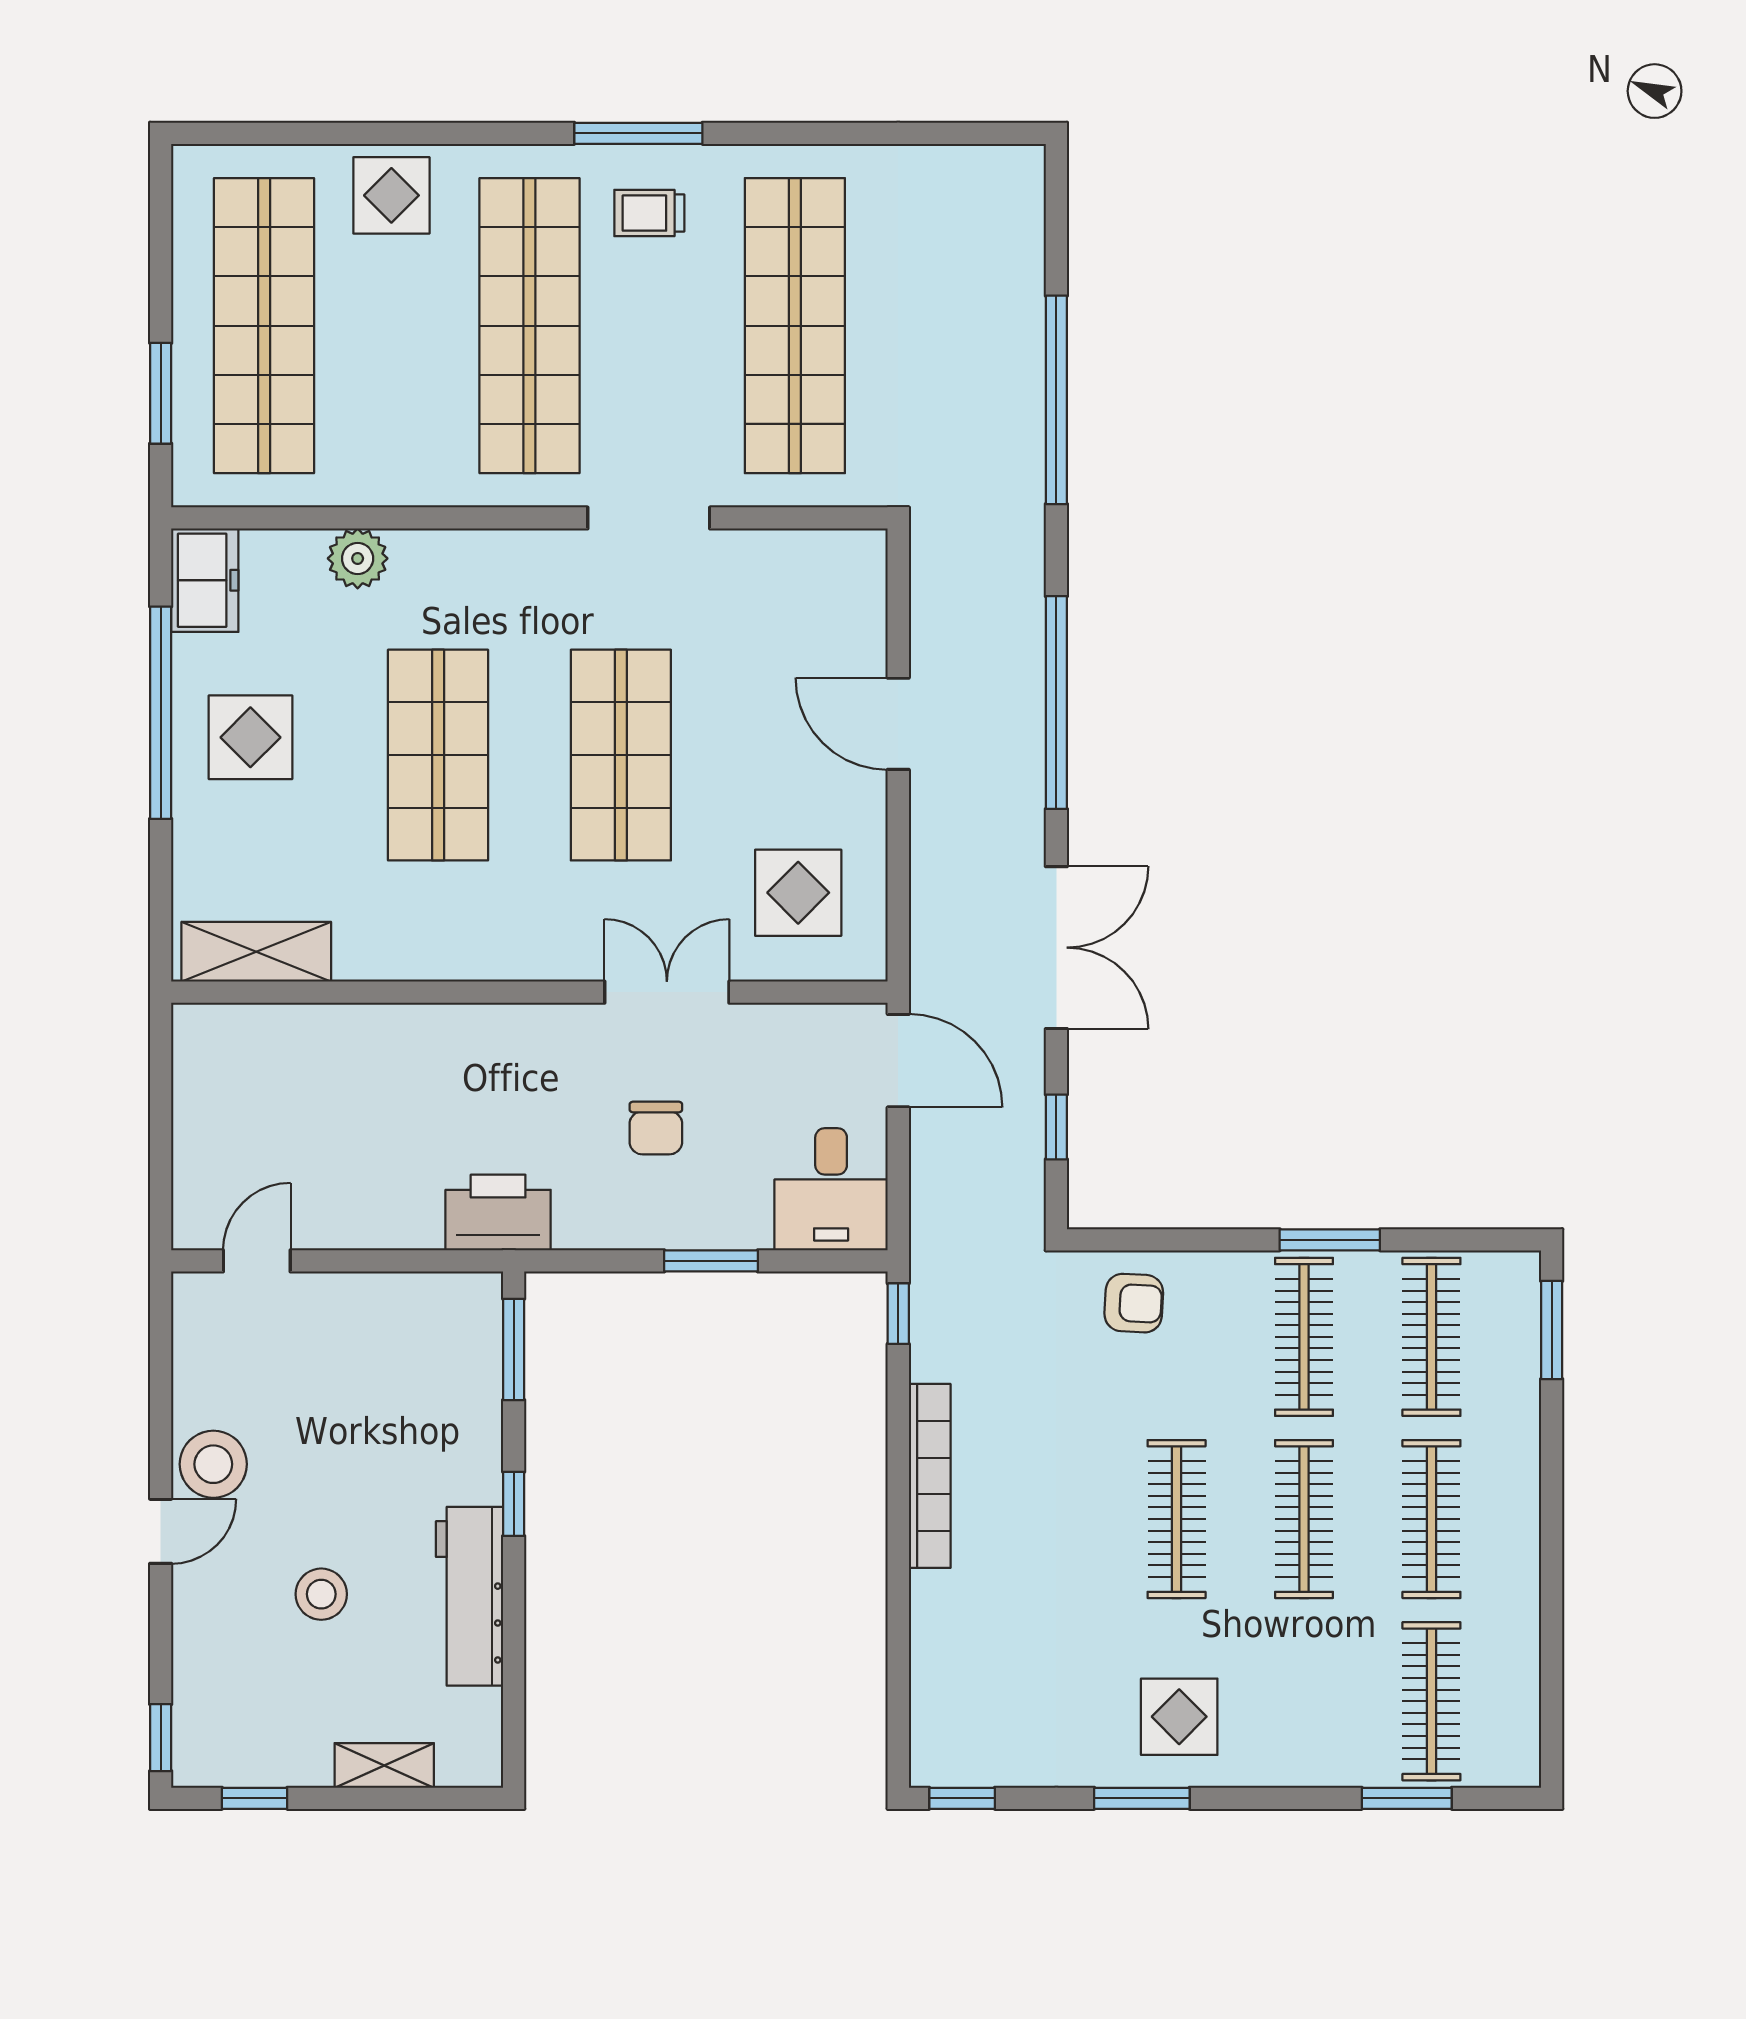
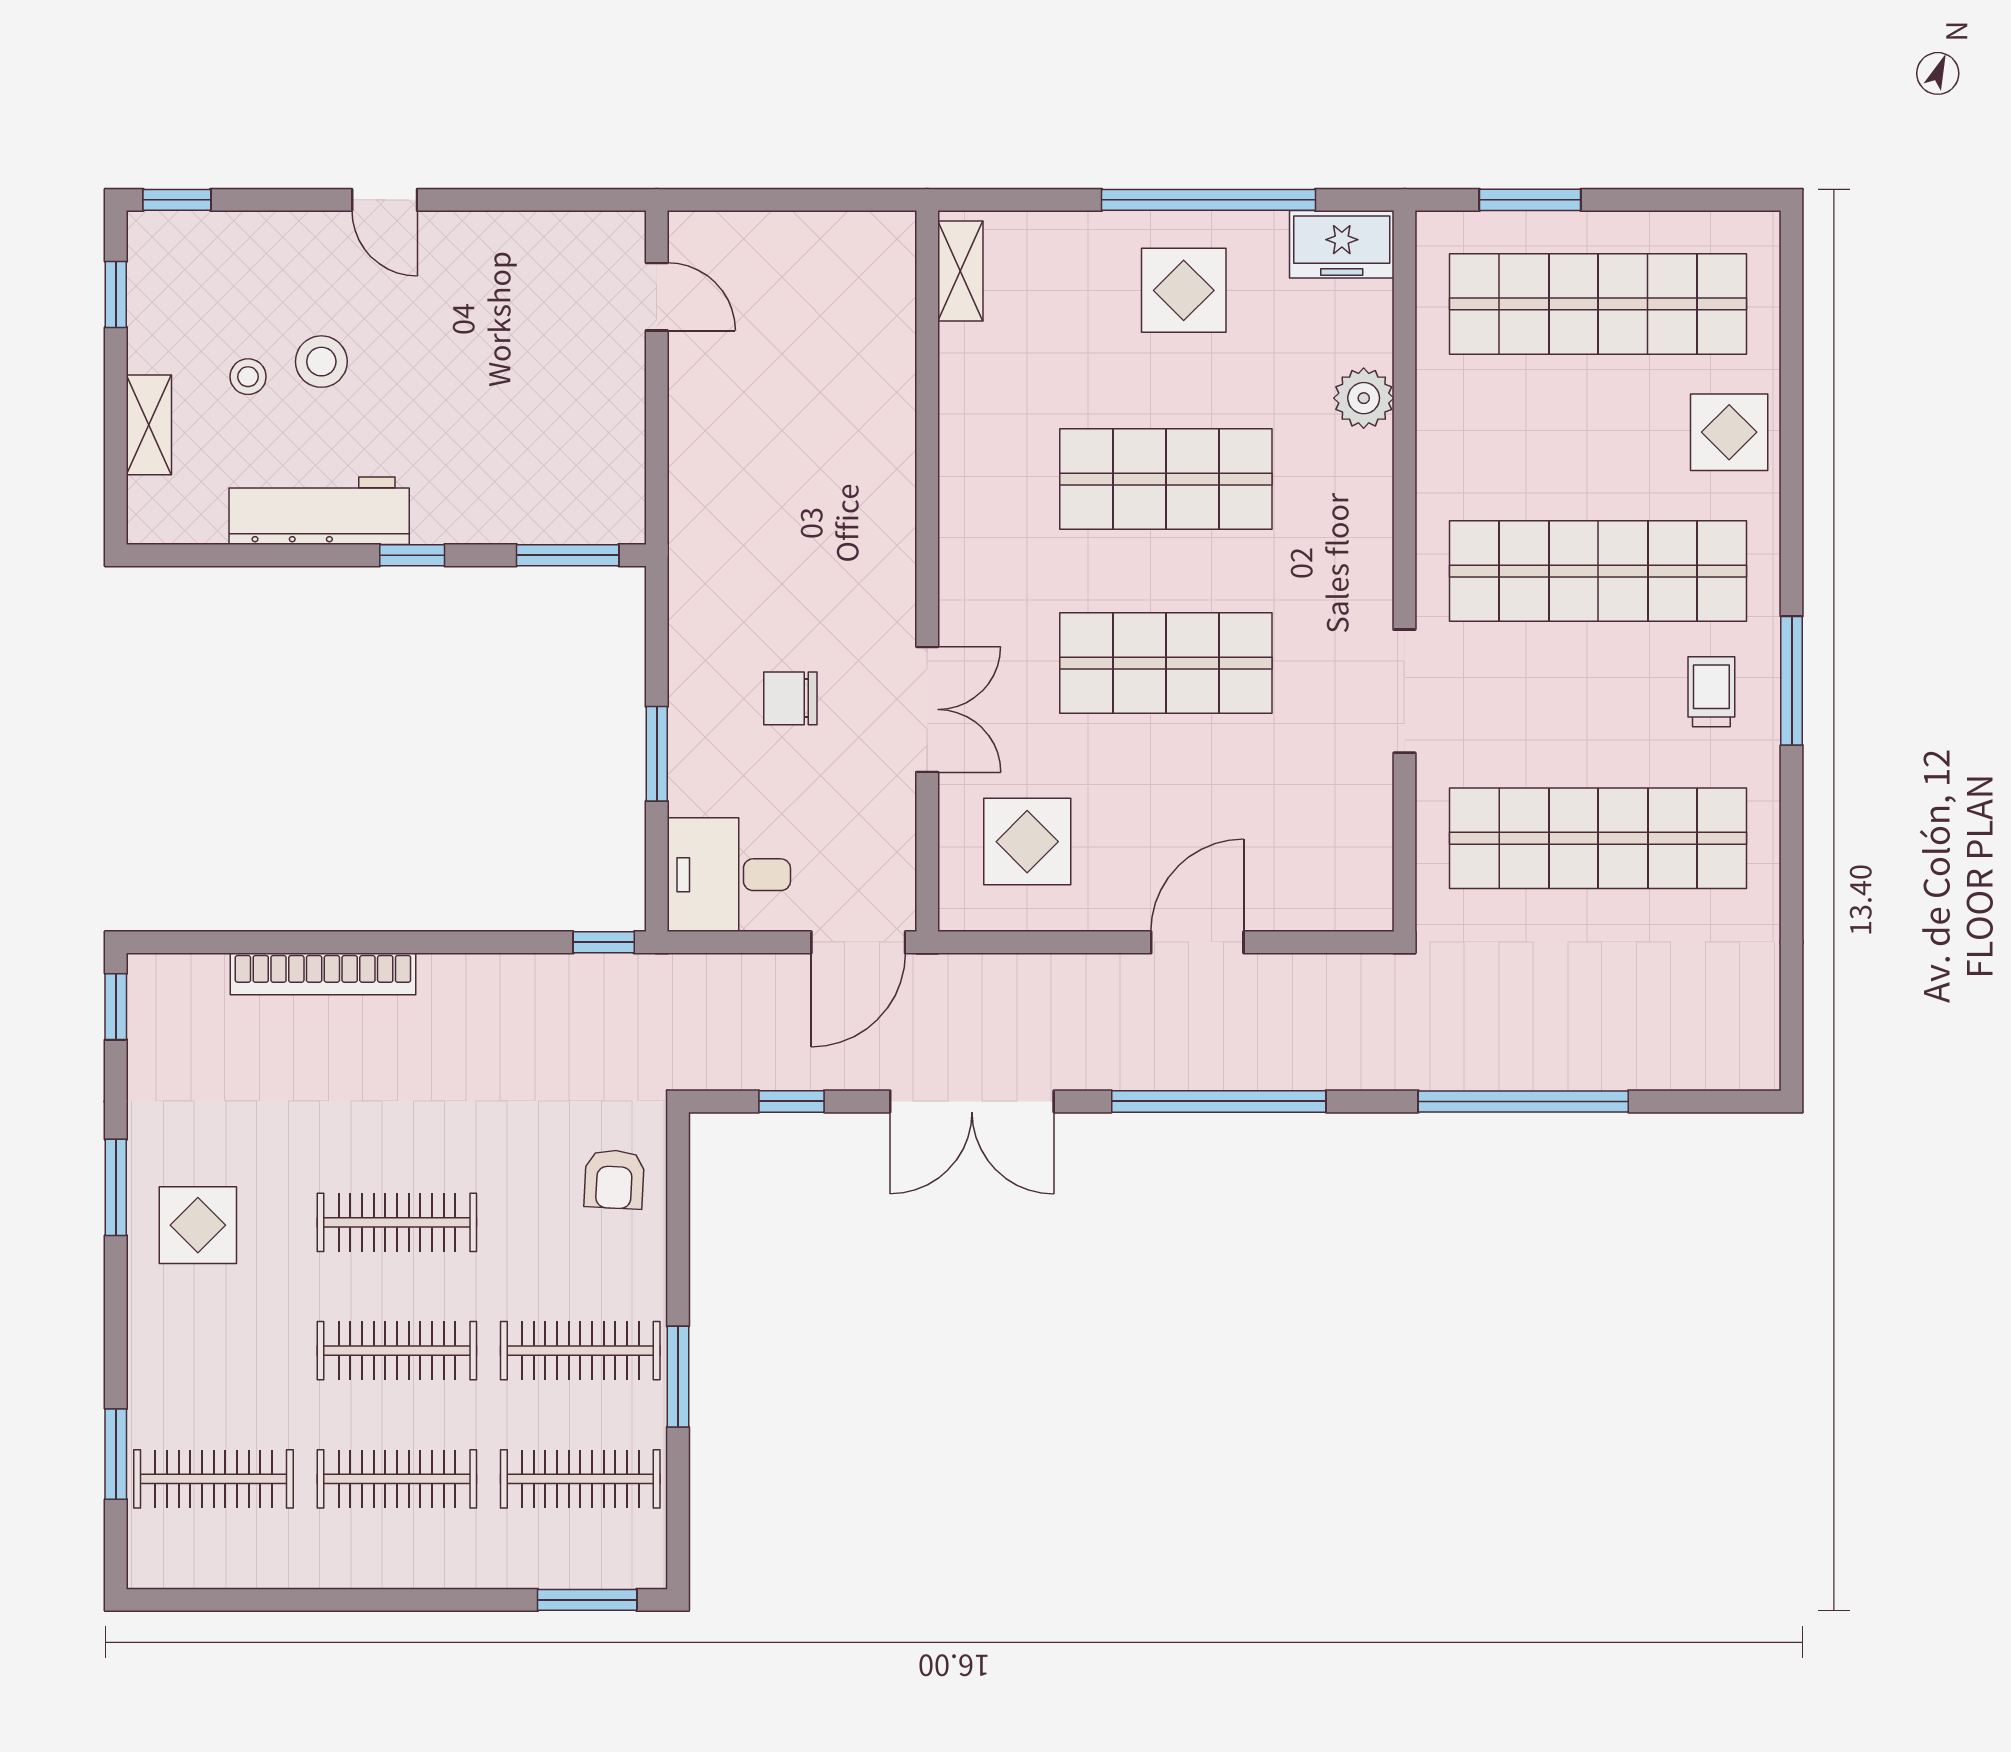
shelving: (256, 952) -> (960, 271), width x0.67, depth x0.75
printer: (498, 1213) -> (705, 539), removed
stool: (213, 1464) -> (248, 377), moved, width x0.53, depth x0.53
bookcase: (930, 1476) -> (323, 974), moved

